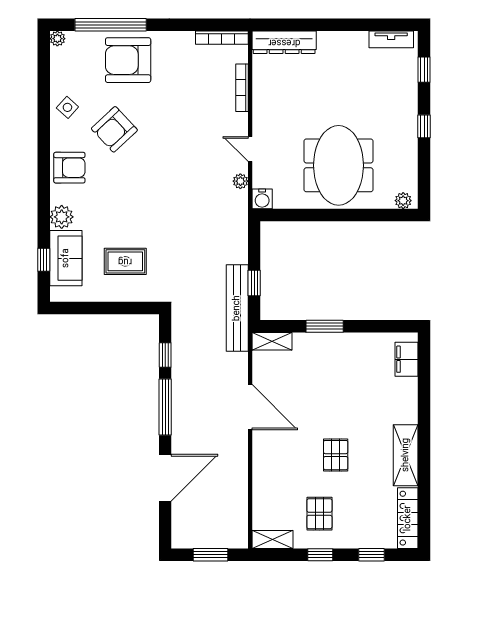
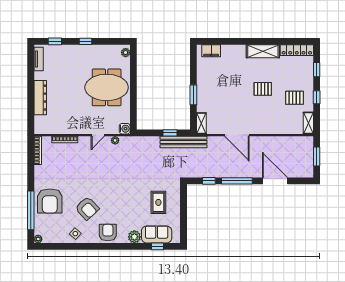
dresser: (284, 42) -> (40, 98), moved
door: (250, 407) -> (237, 135), swing flipped

